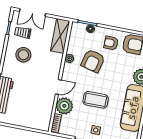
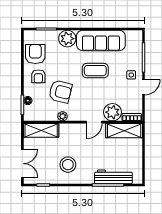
trolley: (23, 32) -> (45, 170), removed
door: (58, 87) -> (94, 122), swing flipped
coffee table: (96, 100) -> (95, 71), moved, turned 90
shelving: (45, 113) -> (124, 131), added

